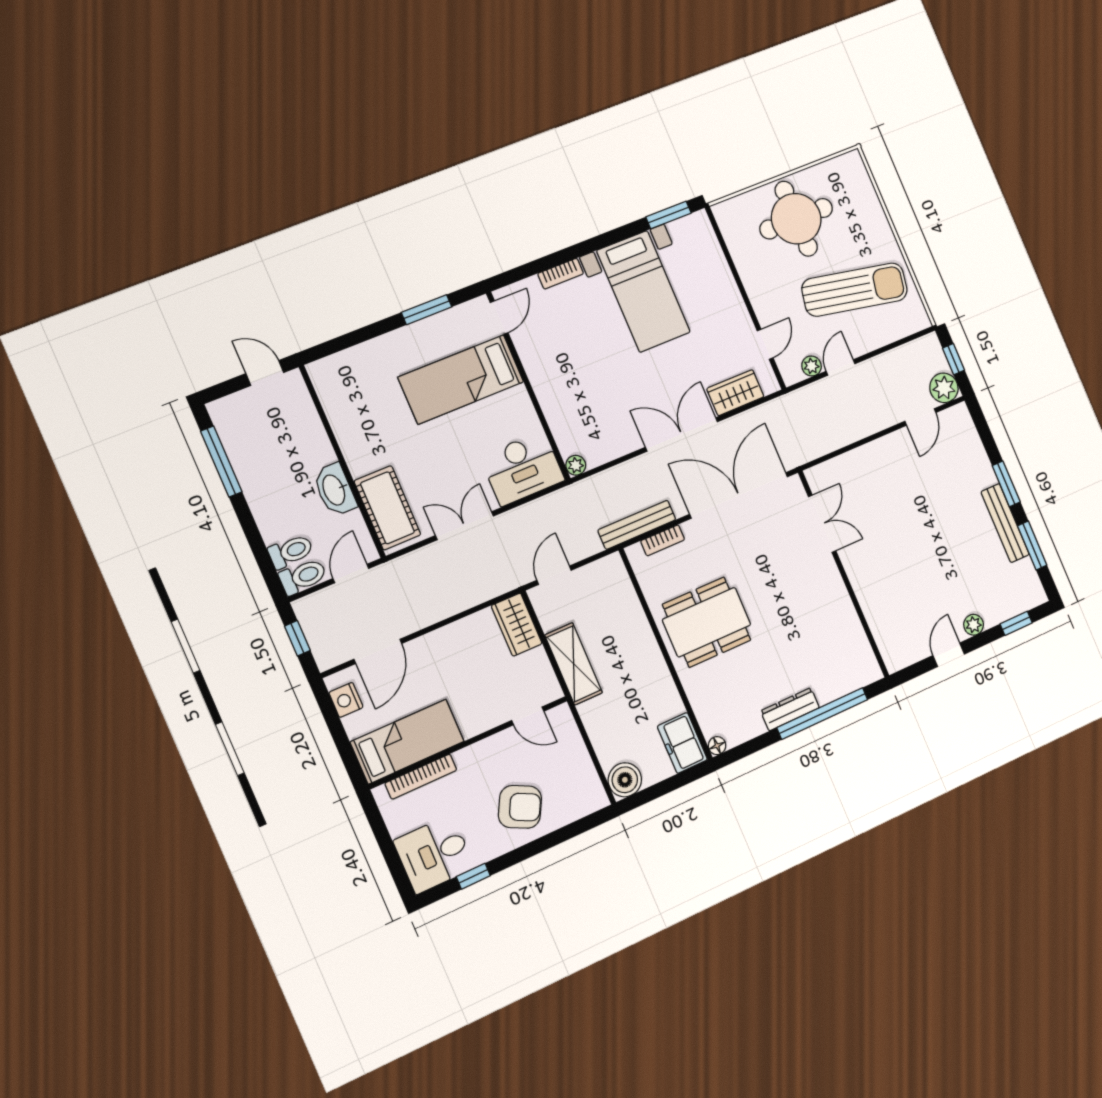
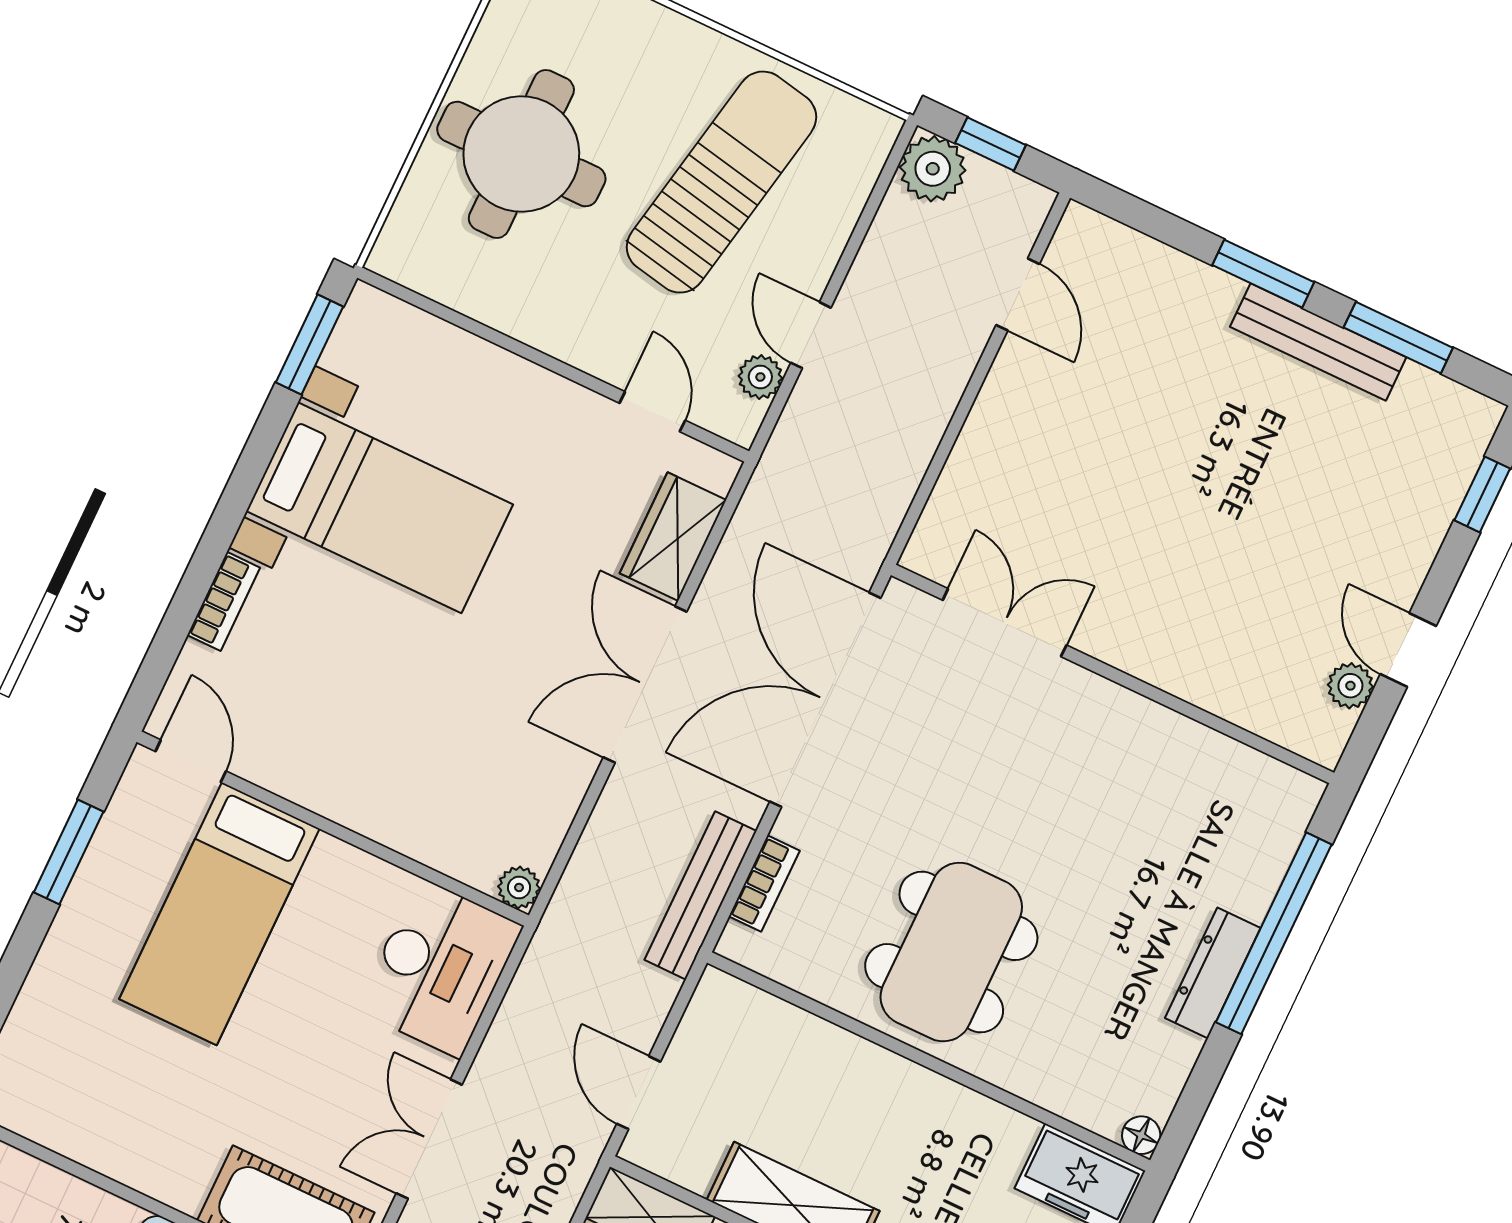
plant: (944, 388) -> (933, 169), moved
plant: (974, 625) -> (1350, 686), moved

